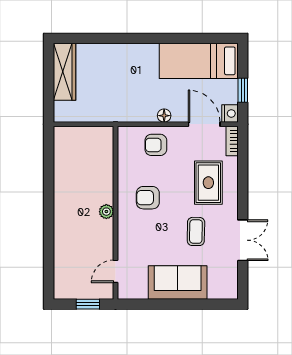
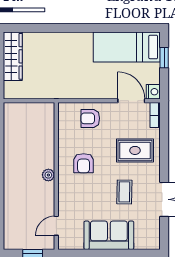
window: (243, 90) -> (164, 58), moved
floor lamp: (164, 116) -> (97, 94), removed
rug: (208, 183) -> (135, 150), turned 90
armchair: (148, 198) -> (84, 163), turned -90

